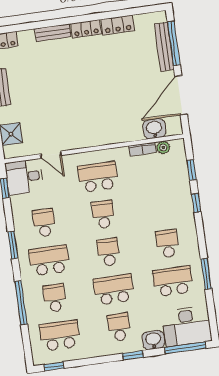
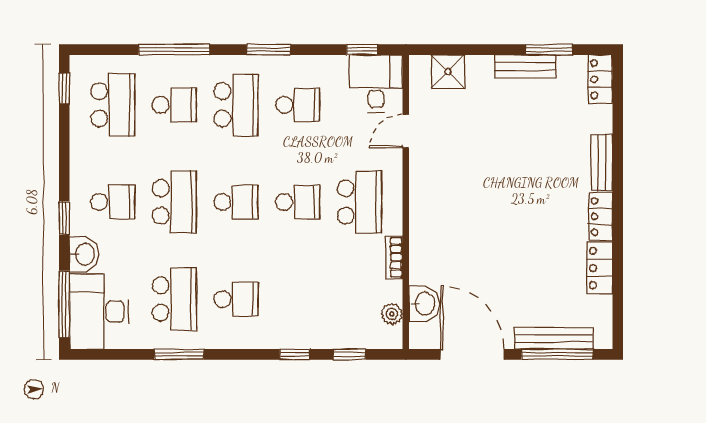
bookcase: (142, 149) -> (394, 257), moved

